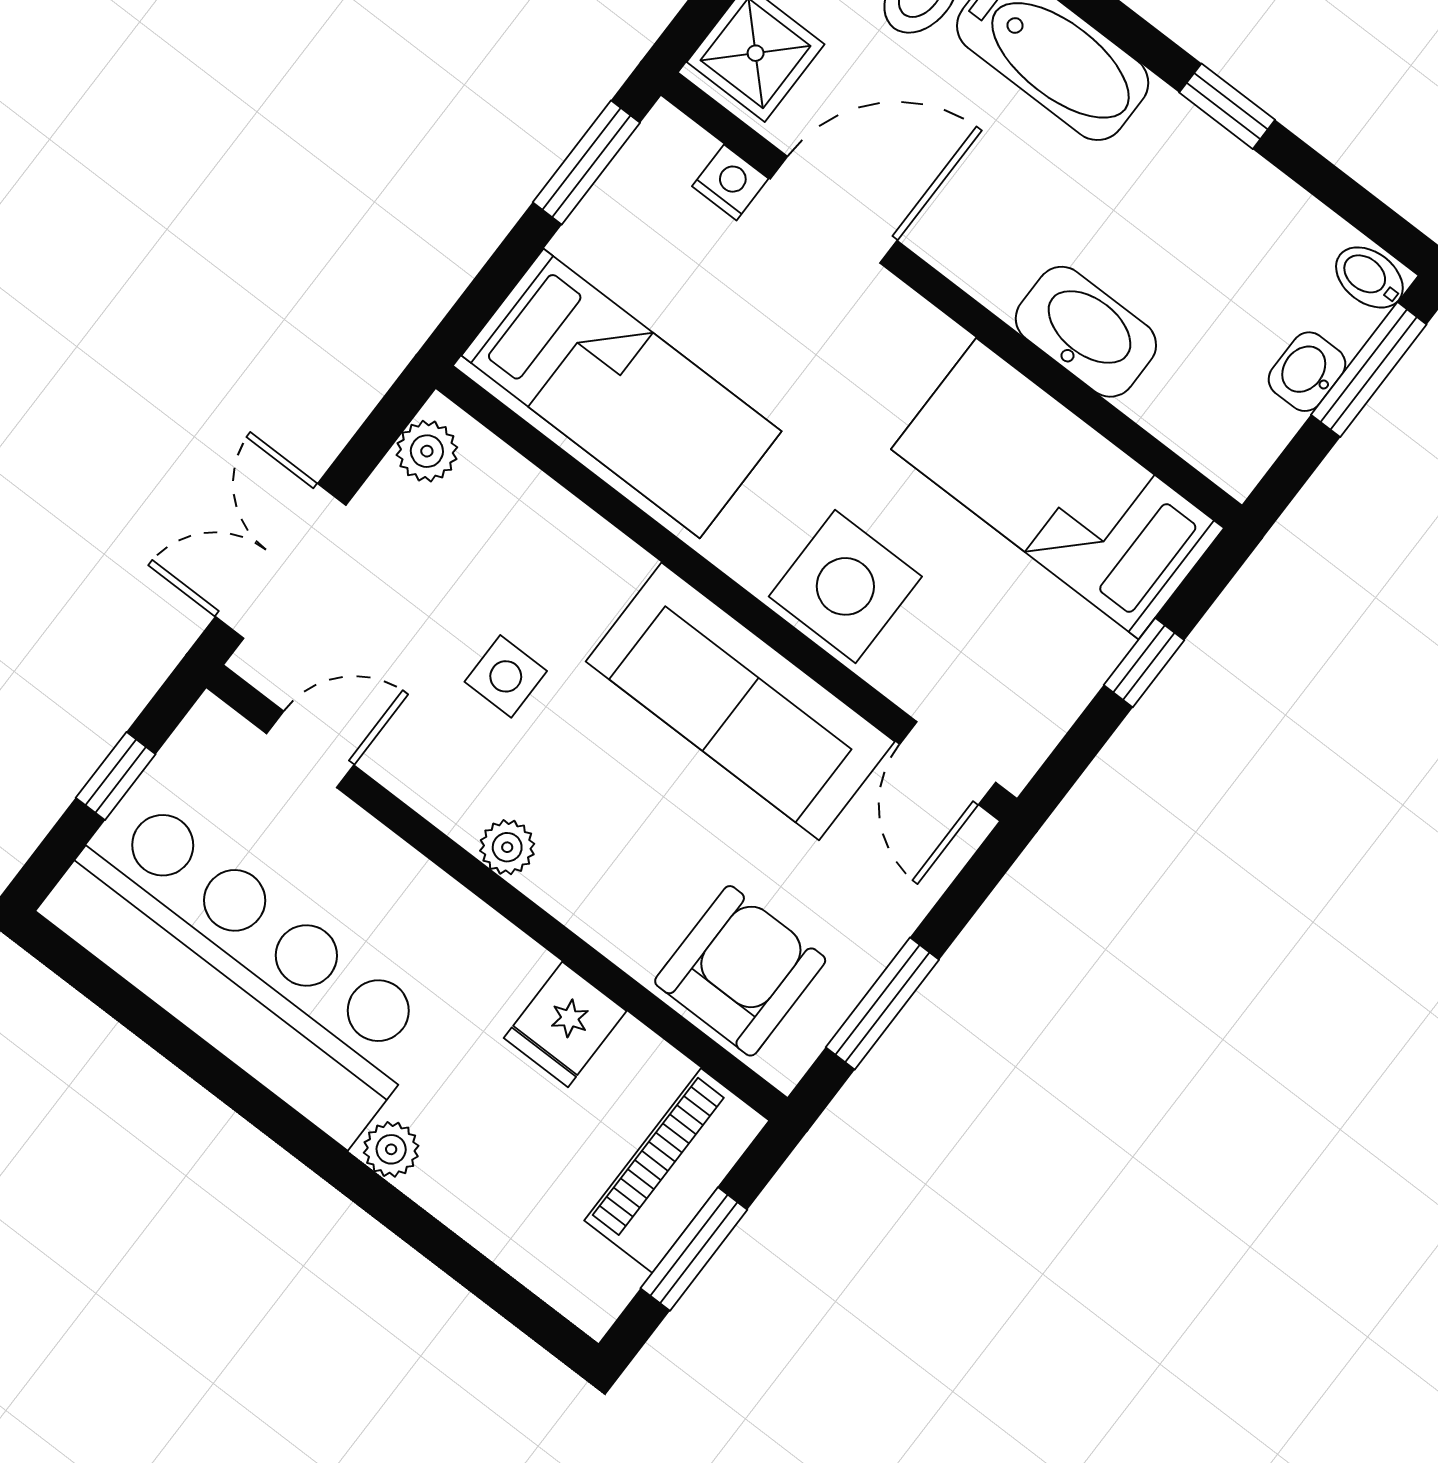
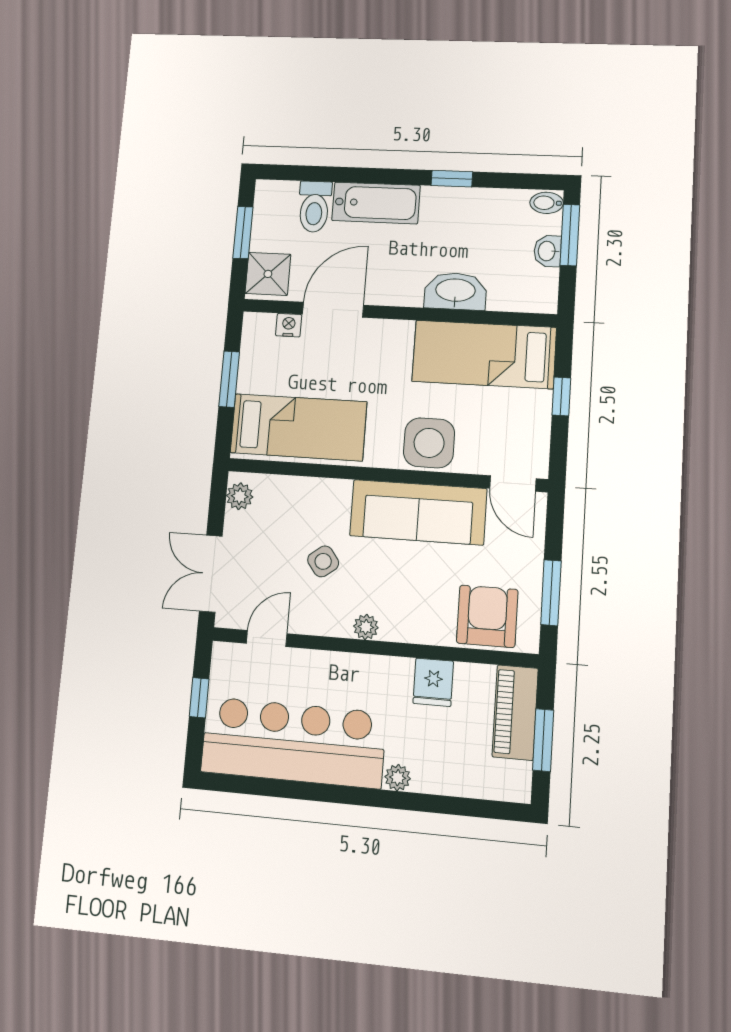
window: (586, 163) -> (229, 379), moved
side table: (506, 676) -> (323, 561), turned -37

